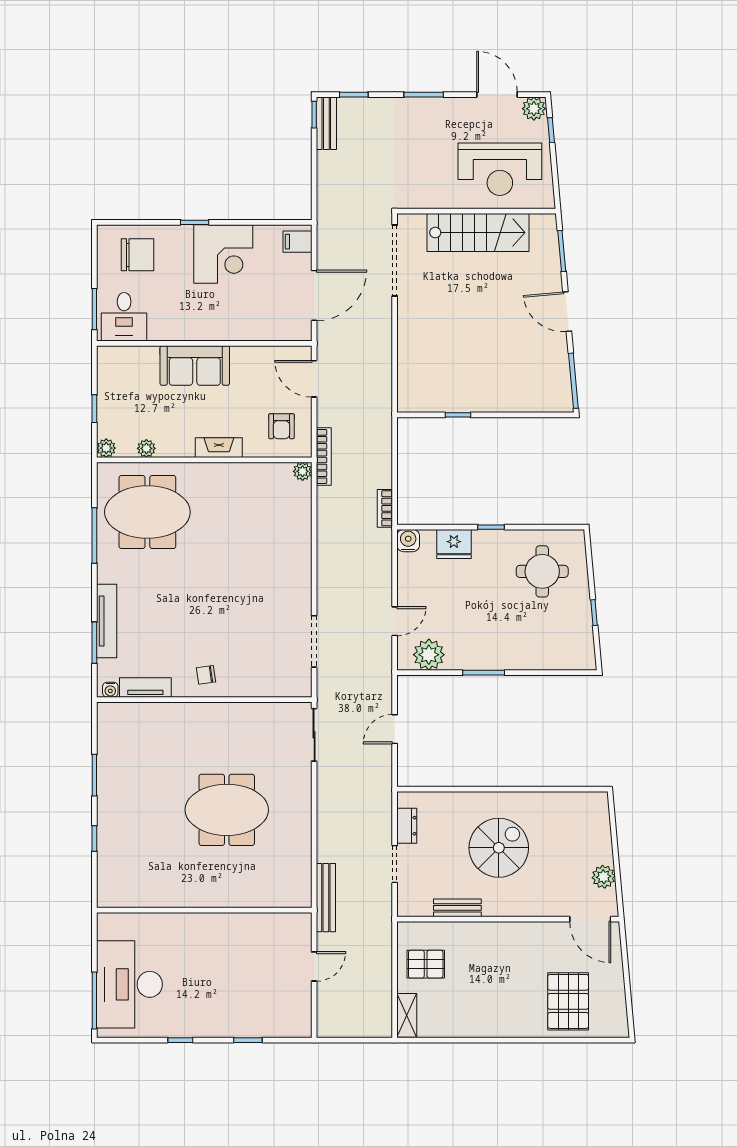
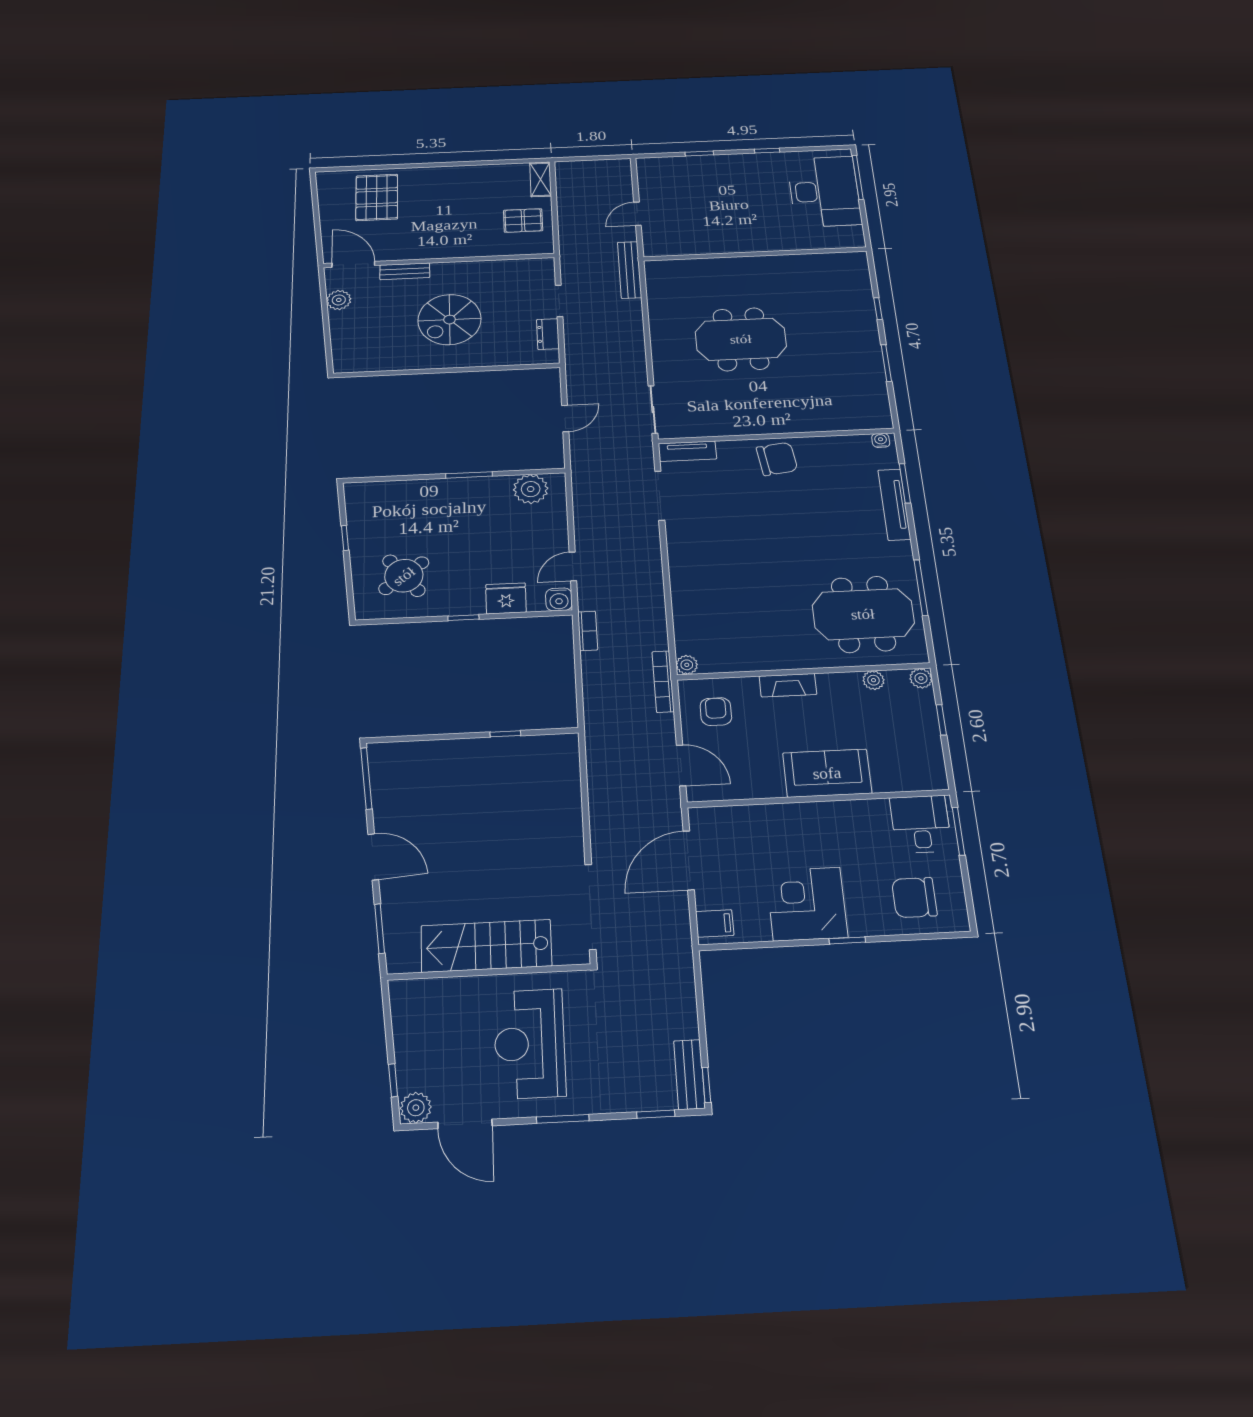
reception desk: (500, 169) -> (530, 1044), moved, turned -90
round table: (542, 571) -> (404, 576), turned -38
door: (395, 621) -> (573, 566), moved
chair: (206, 675) -> (777, 459), width x1.87, depth x1.87
tv unit: (145, 687) -> (687, 451), moved
bench: (457, 908) -> (405, 271), moved

